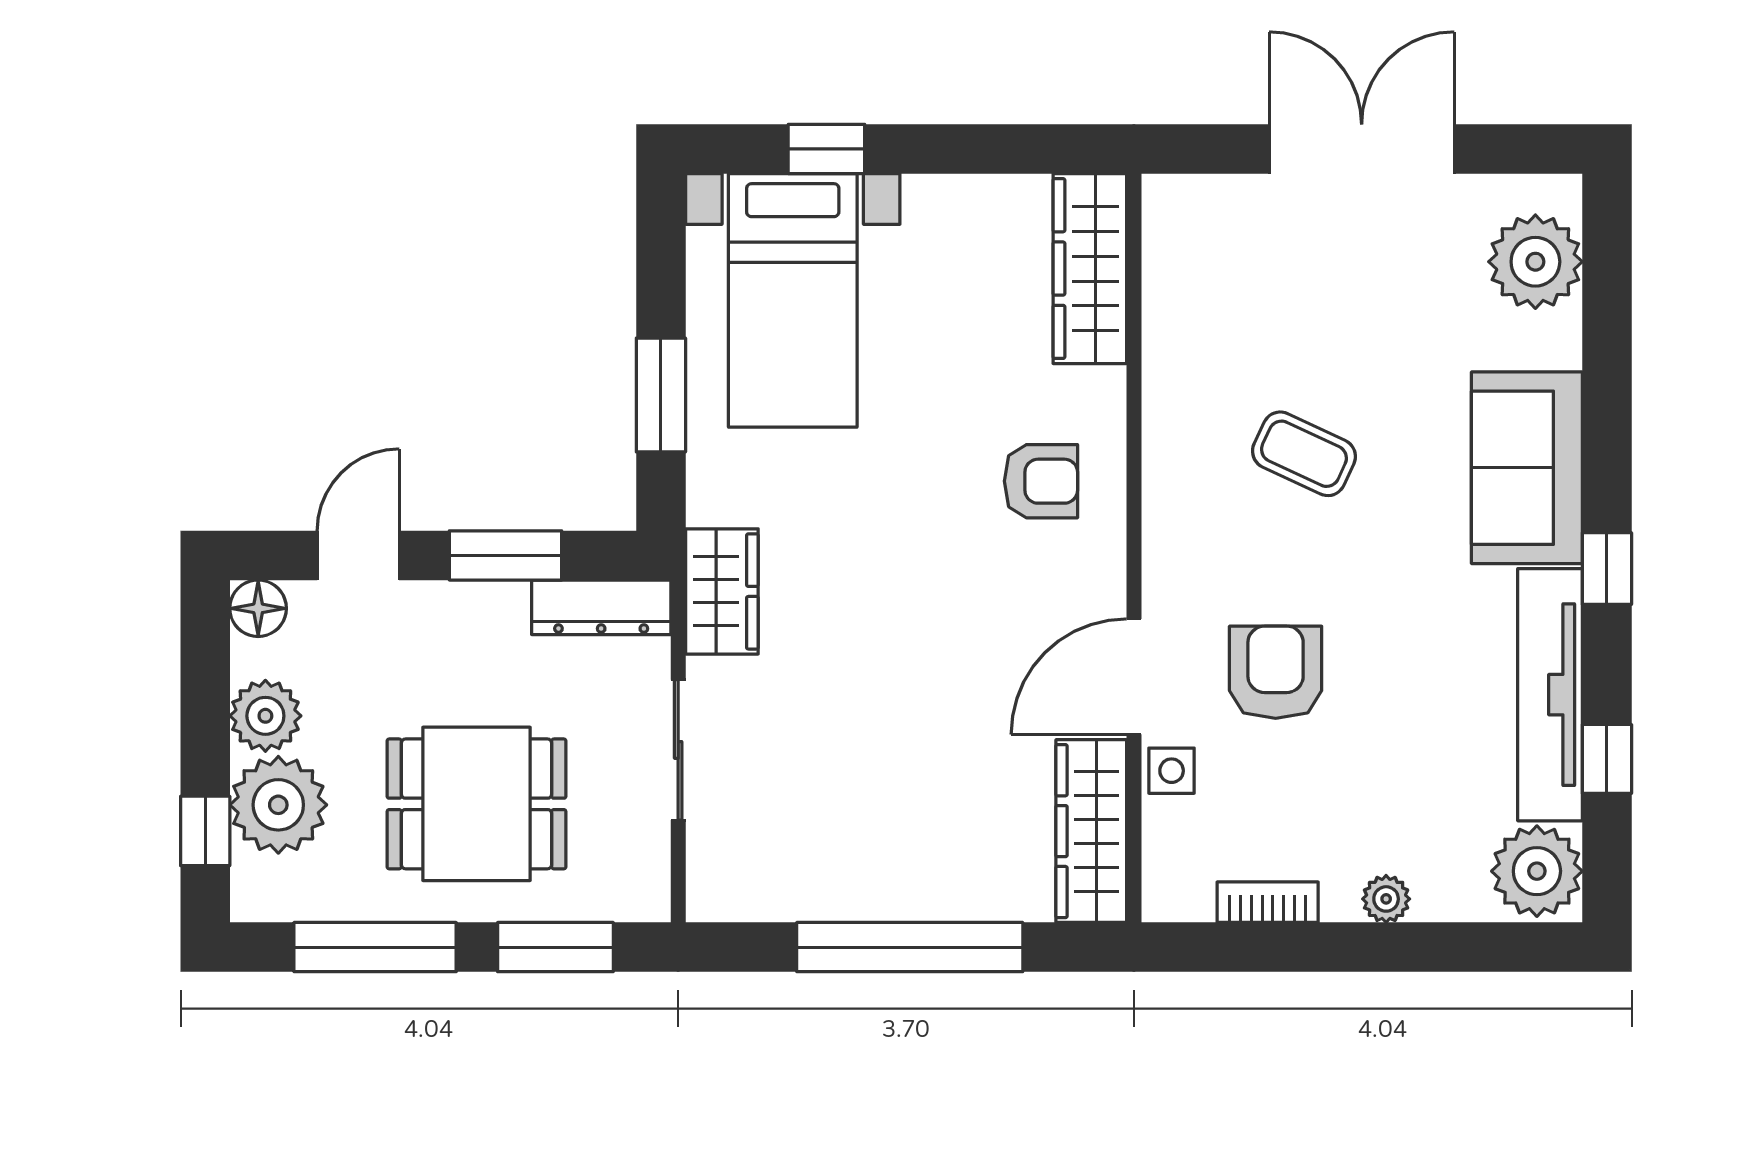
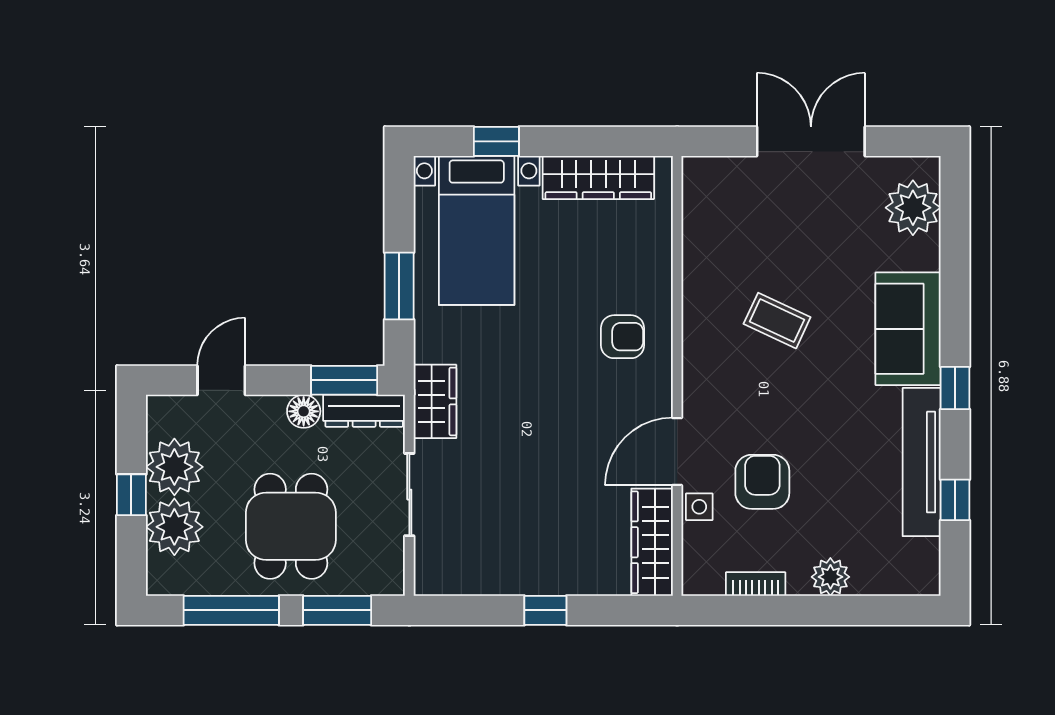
wardrobe: (1090, 269) -> (598, 177), moved, turned -90
window: (505, 555) -> (344, 380), moved
floor lamp: (258, 608) -> (304, 411), moved
armchair: (1276, 672) -> (762, 482), moved
plant: (265, 716) -> (174, 467), width x1.36, depth x1.36
dining table: (476, 804) -> (291, 526), turned 90
window: (205, 831) -> (131, 495), moved
plant: (1537, 871) -> (914, 566), removed
plant: (1386, 899) -> (830, 577), width x1.38, depth x1.38
window: (910, 947) -> (545, 610), width x0.32

